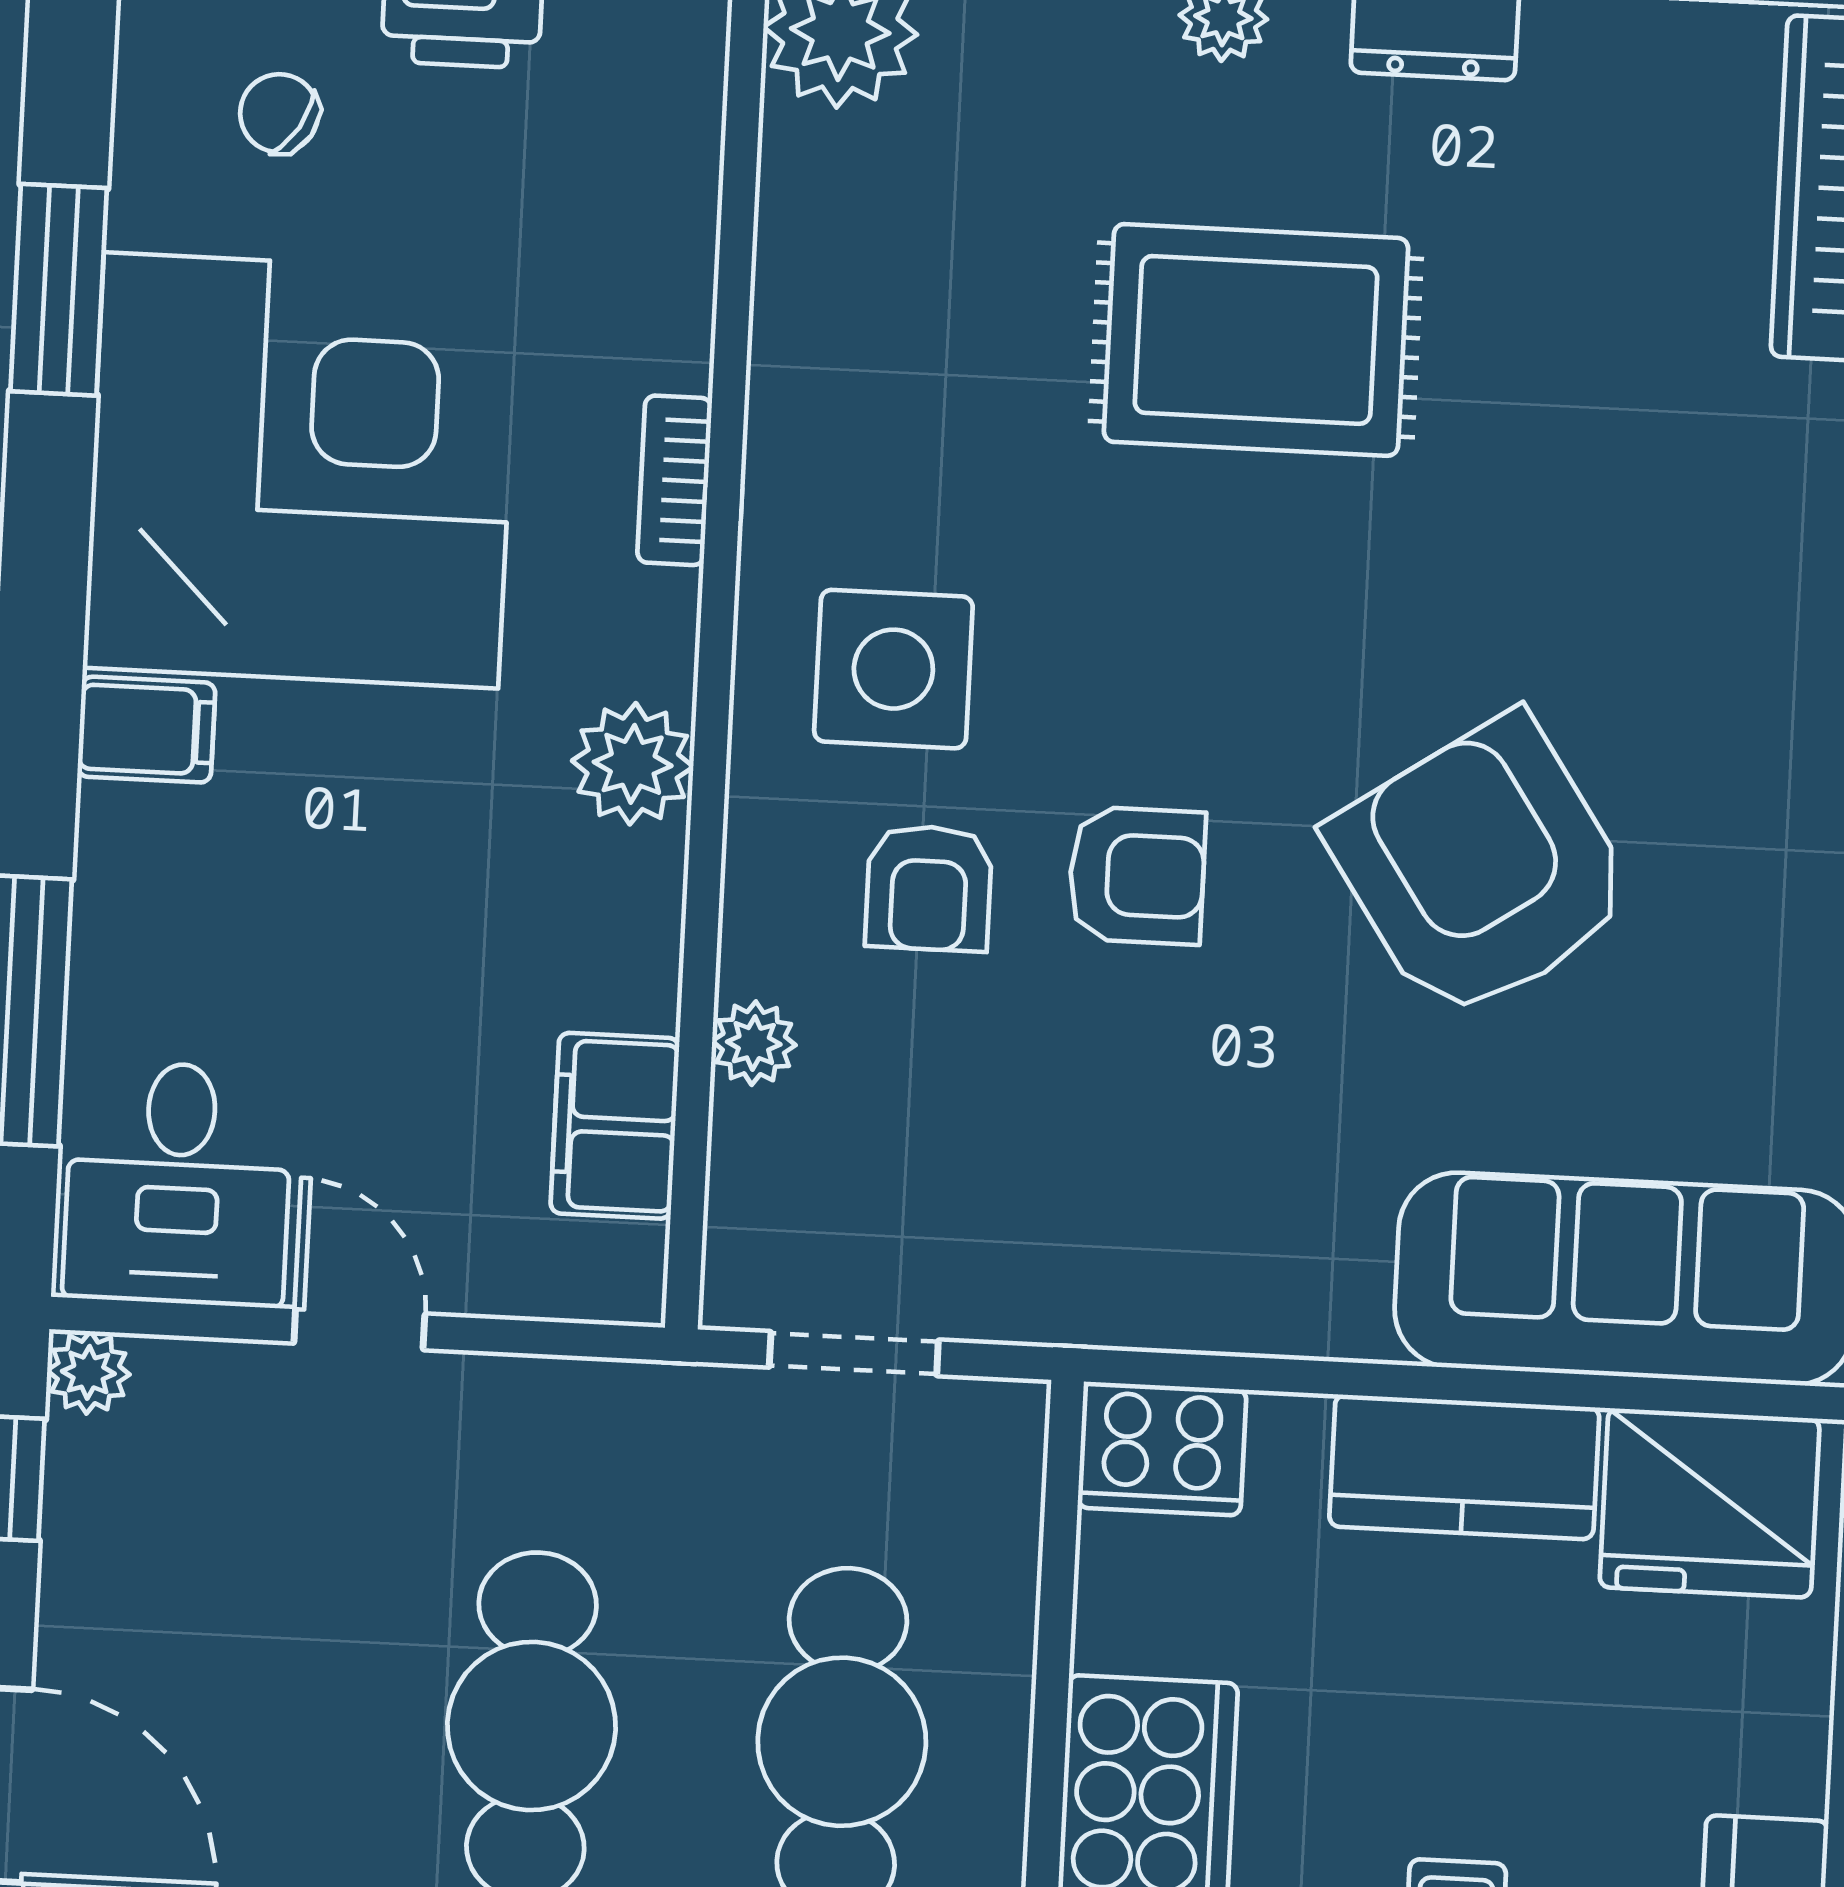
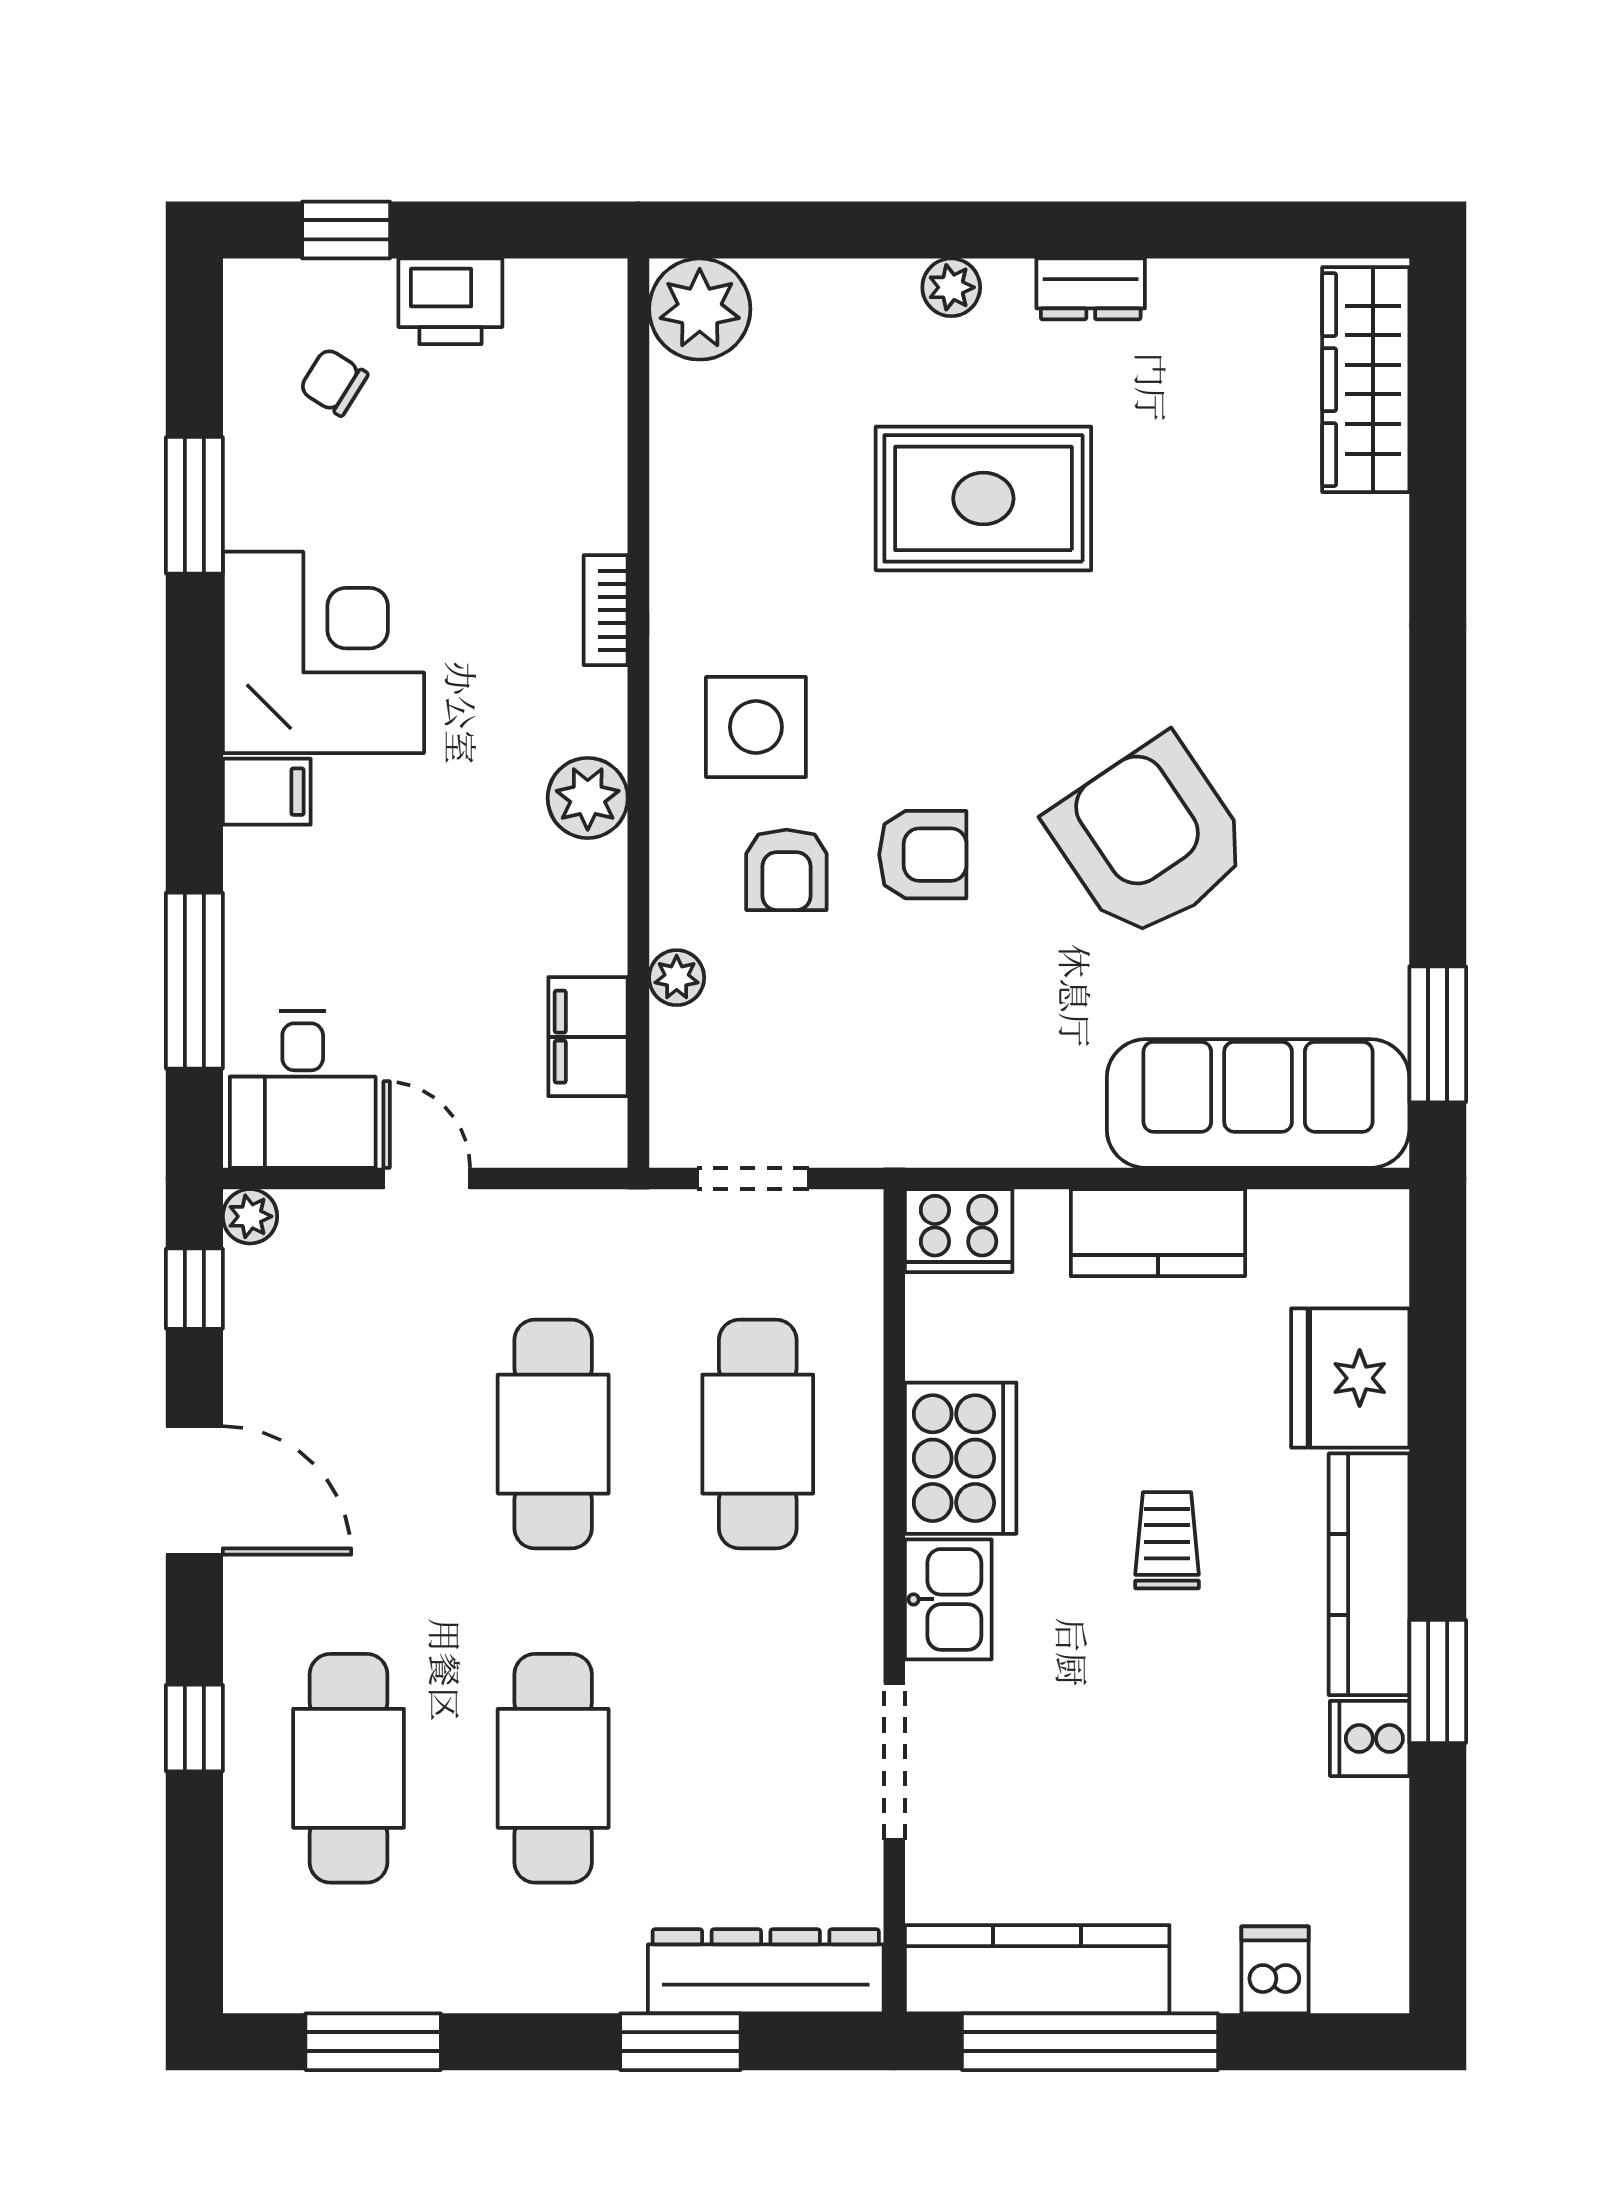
corner desk: (301, 470) -> (323, 652), width x0.74, depth x0.74
fridge: (1710, 1503) -> (1350, 1378), moved, turned 90

